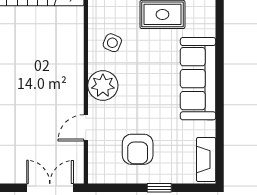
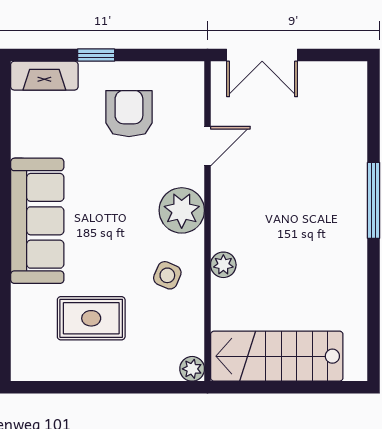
plant: (75, 50) -> (223, 265), added
fireplace: (206, 160) -> (44, 76), moved, turned 90

